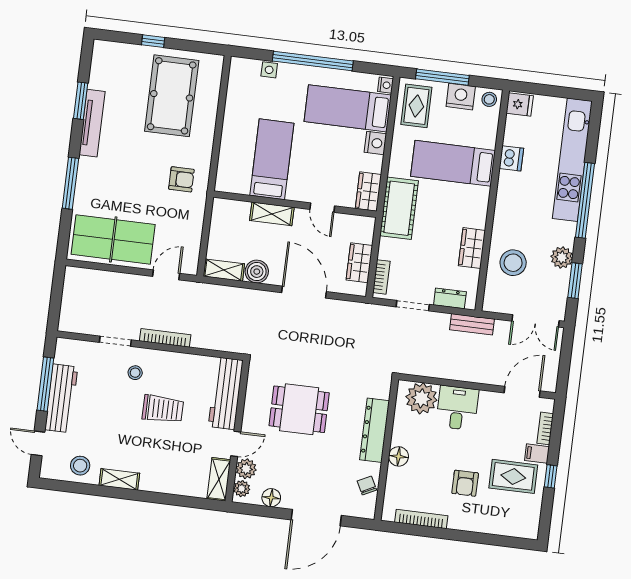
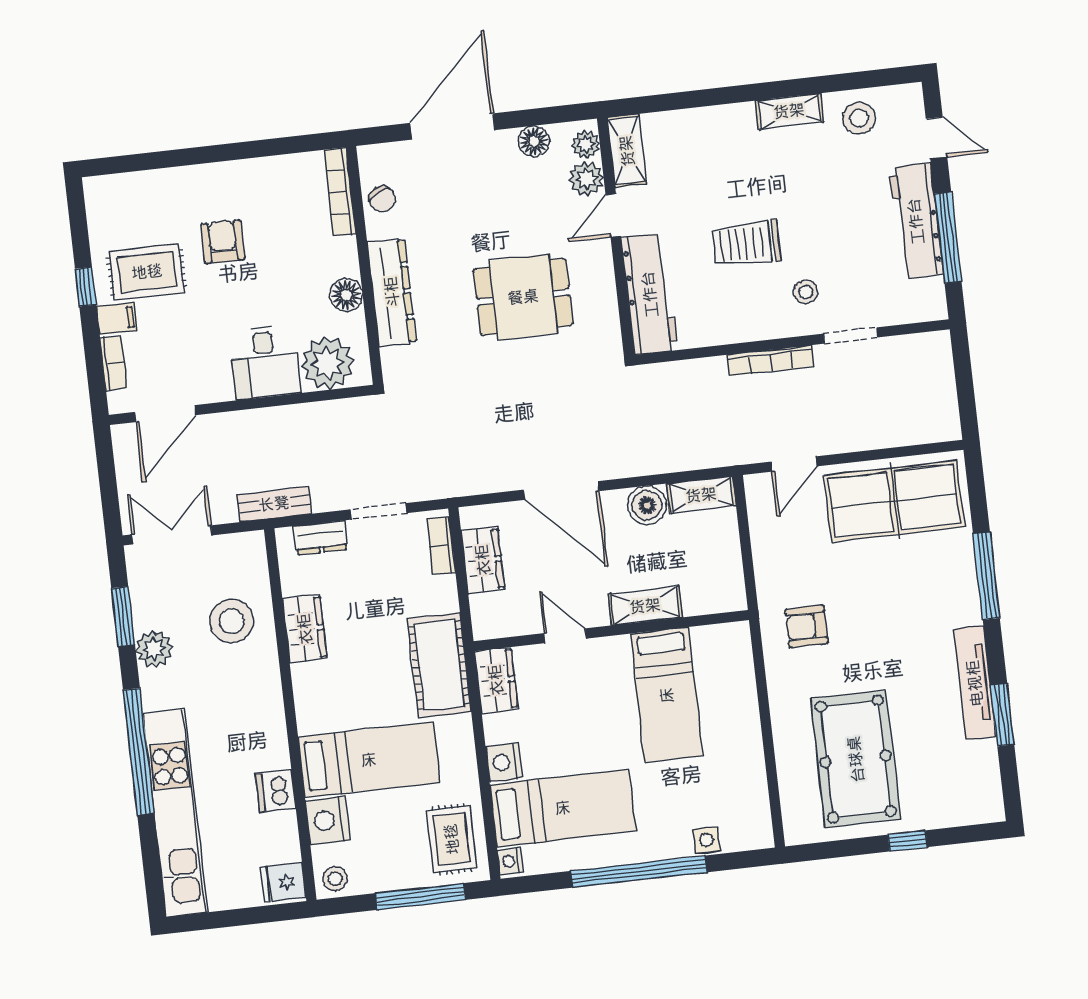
nightstand: (461, 97) -> (328, 821), moved, turned 90
floor lamp: (399, 456) -> (346, 295), moved
bookcase: (421, 519) -> (340, 192), moved, turned 90

